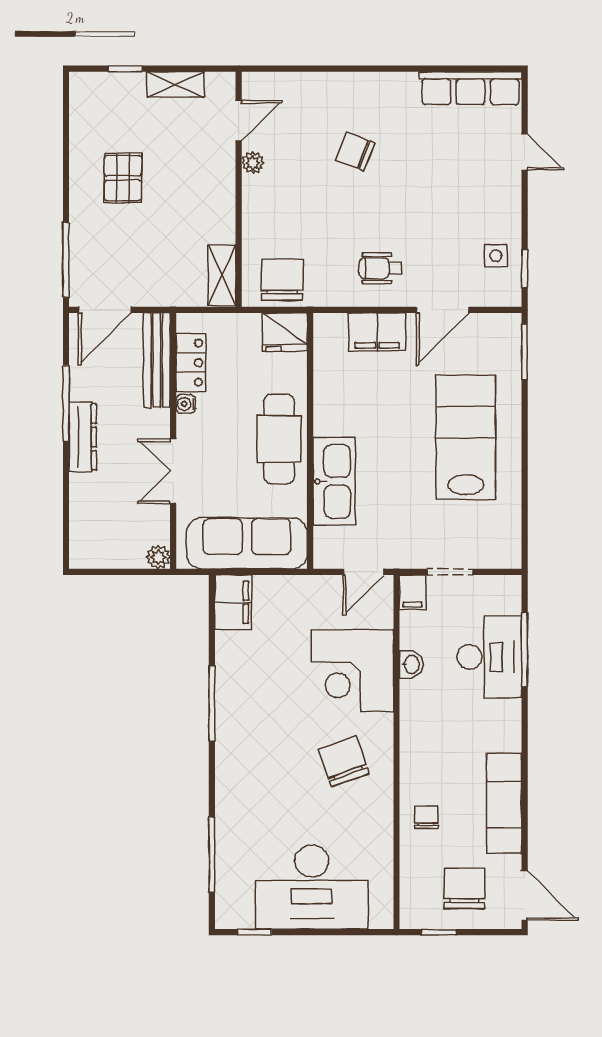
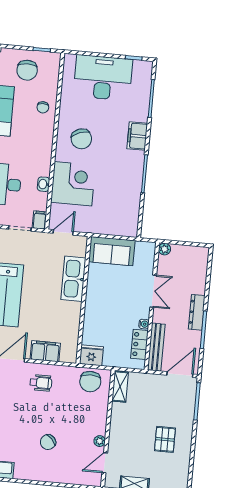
chair: (355, 152) -> (48, 442), turned 116
cafe table: (279, 439) -> (99, 302), removed
sofa: (247, 543) -> (112, 251), width x0.73
filing cabinet: (233, 602) -> (137, 136), moved

